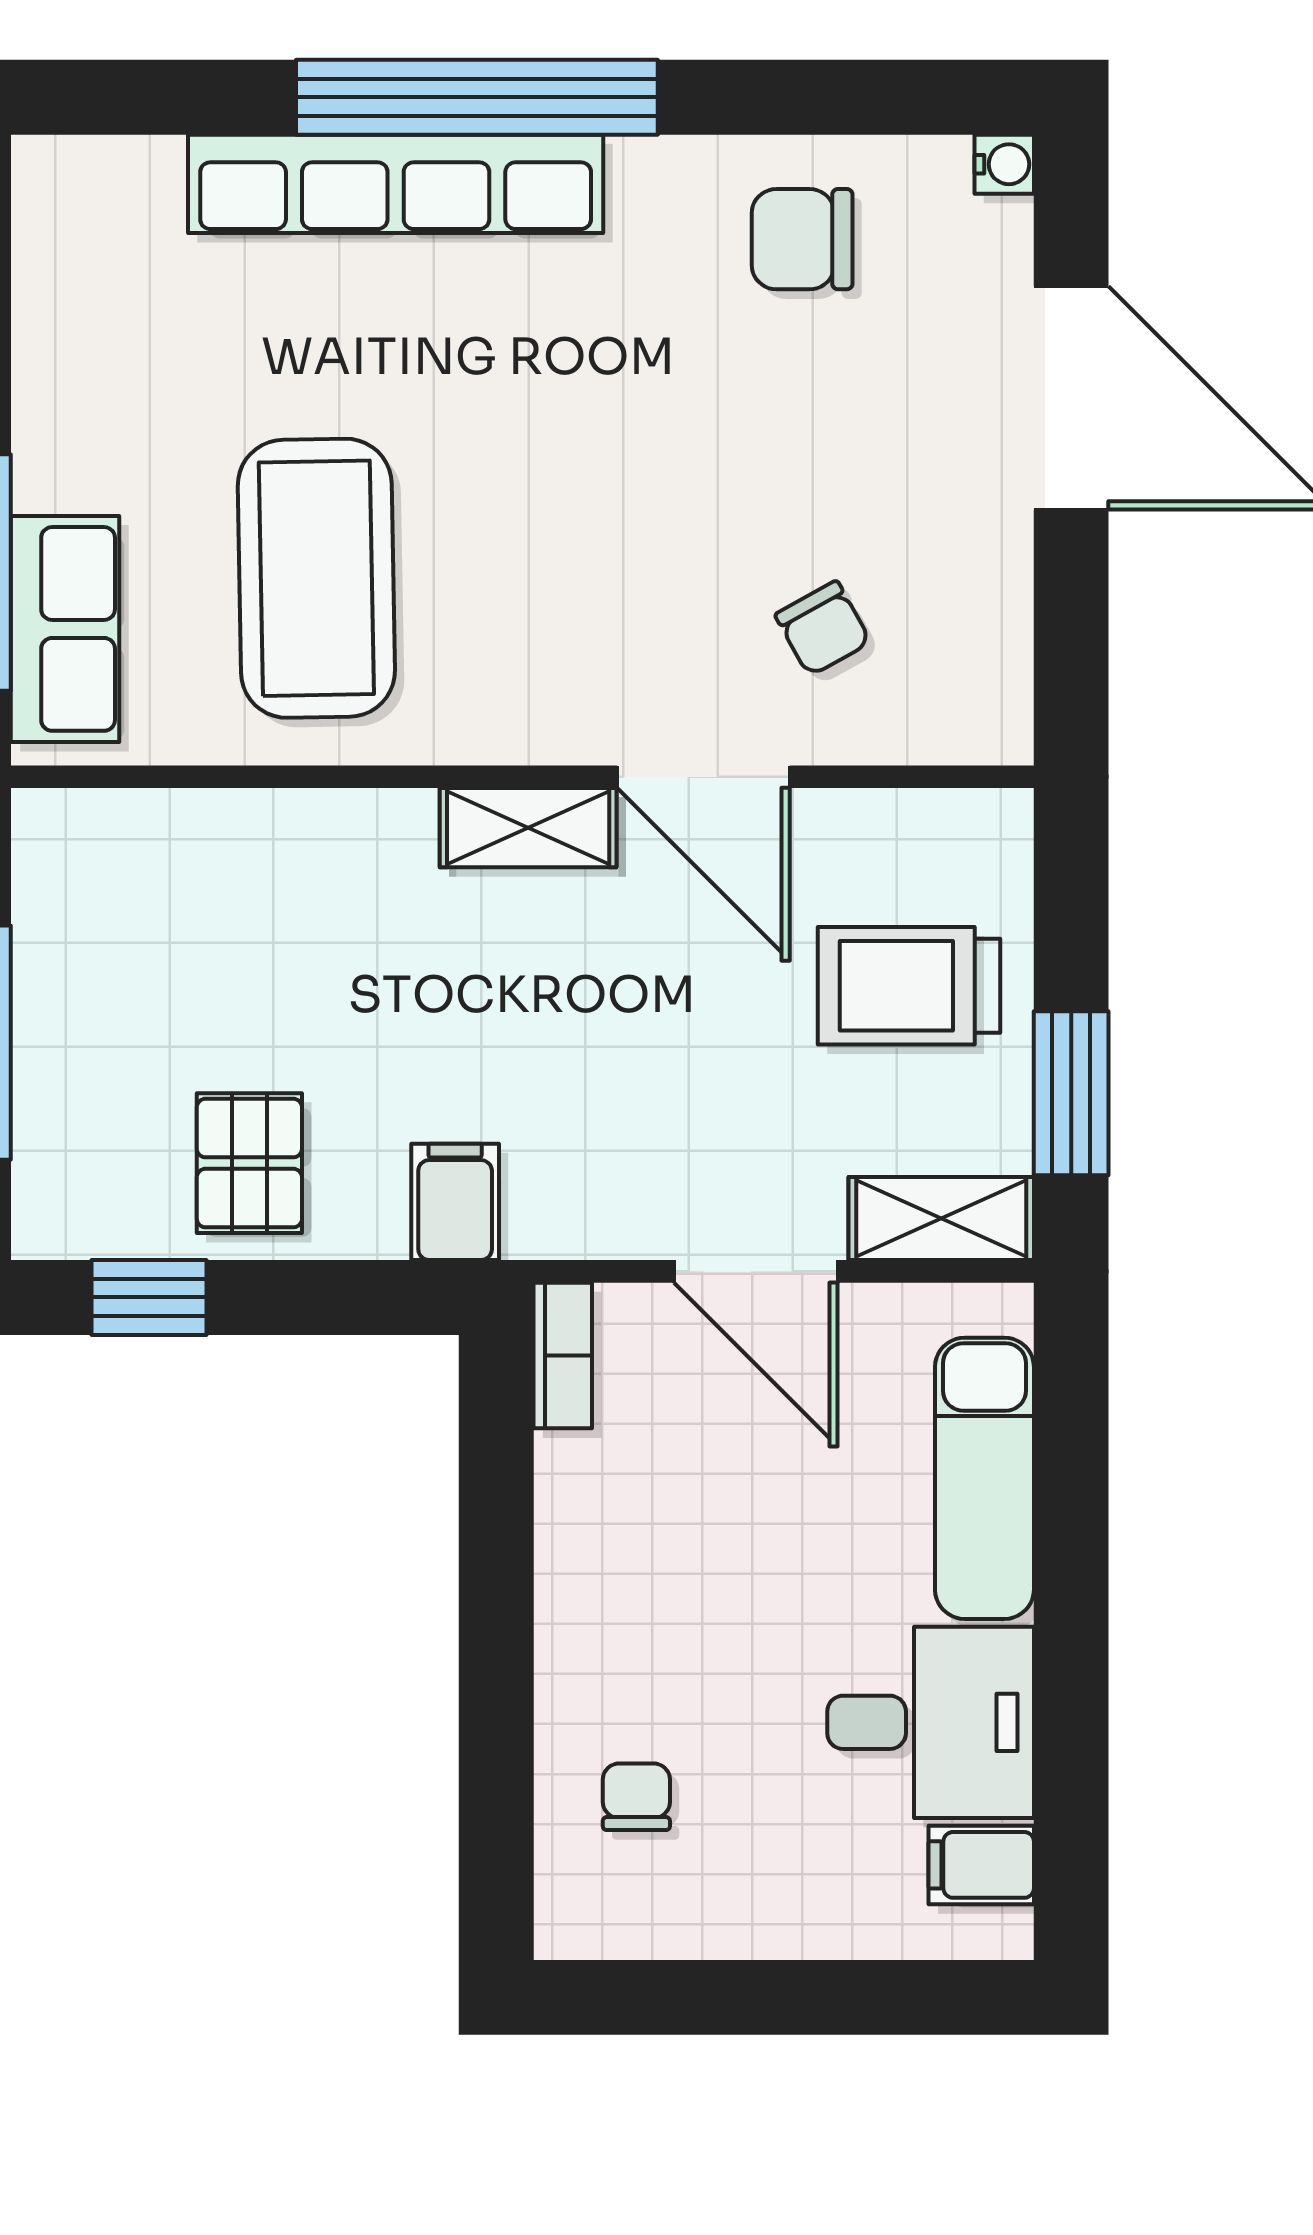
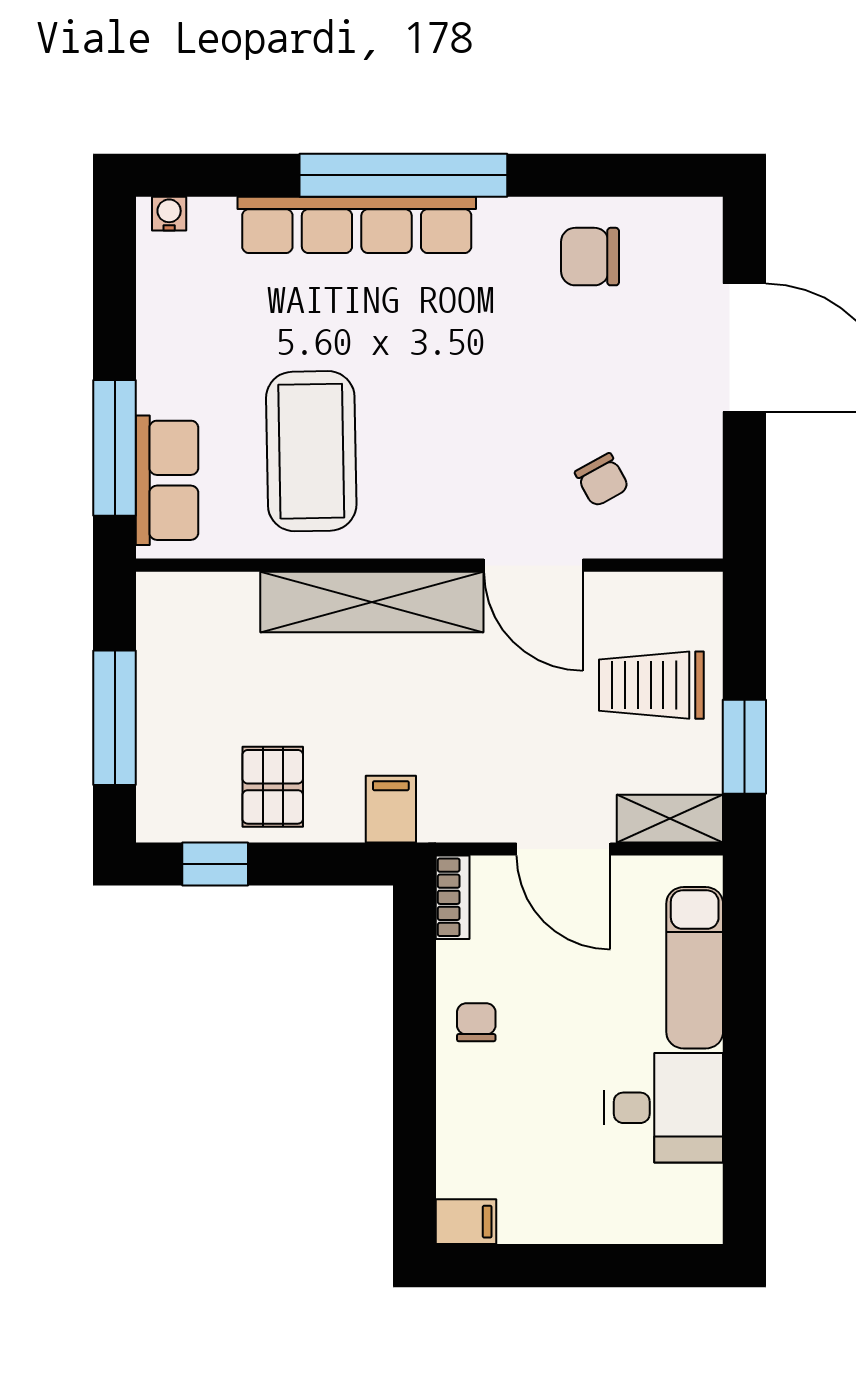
water cooler: (1004, 164) -> (169, 214), moved, turned -90
shelving: (528, 828) -> (372, 602), width x2.20, depth x1.33
chair: (636, 1797) -> (476, 1022), moved
filing cabinet: (981, 1865) -> (466, 1222), moved, turned 180

